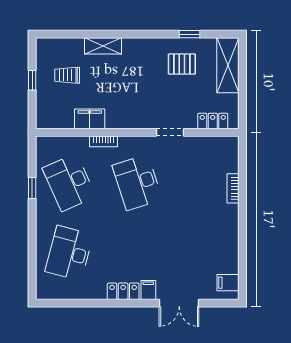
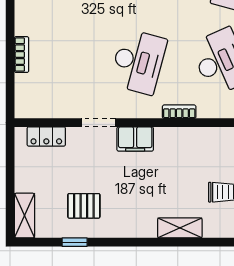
shelving: (228, 65) -> (24, 216), width x0.67, depth x0.75
filing cabinet: (90, 119) -> (135, 139), moved
desk: (137, 182) -> (138, 62), turned 33

